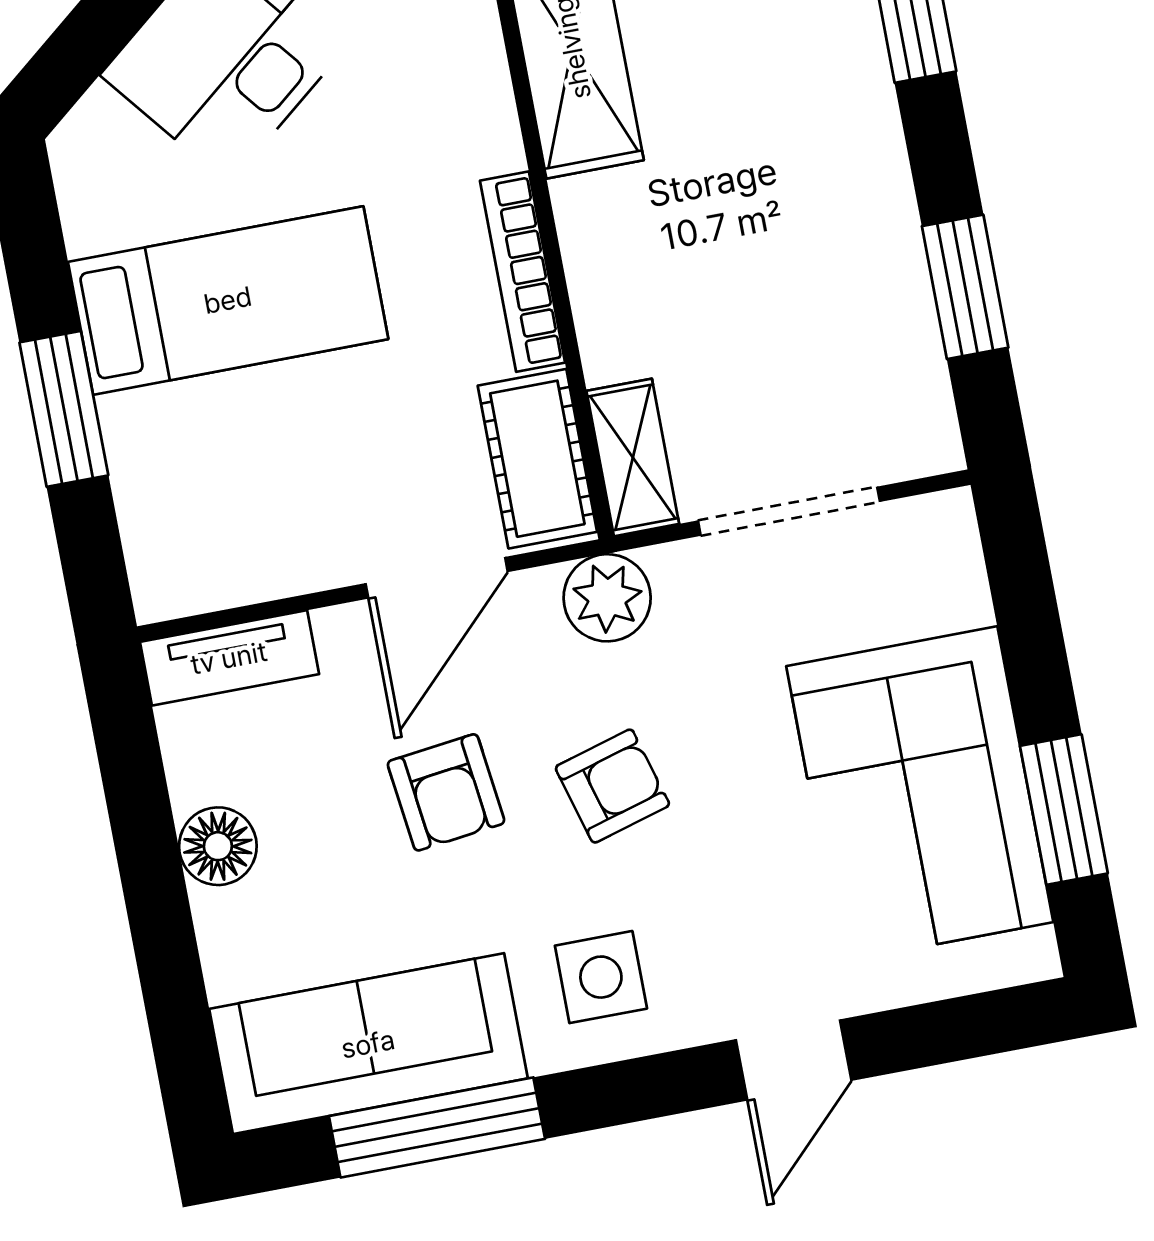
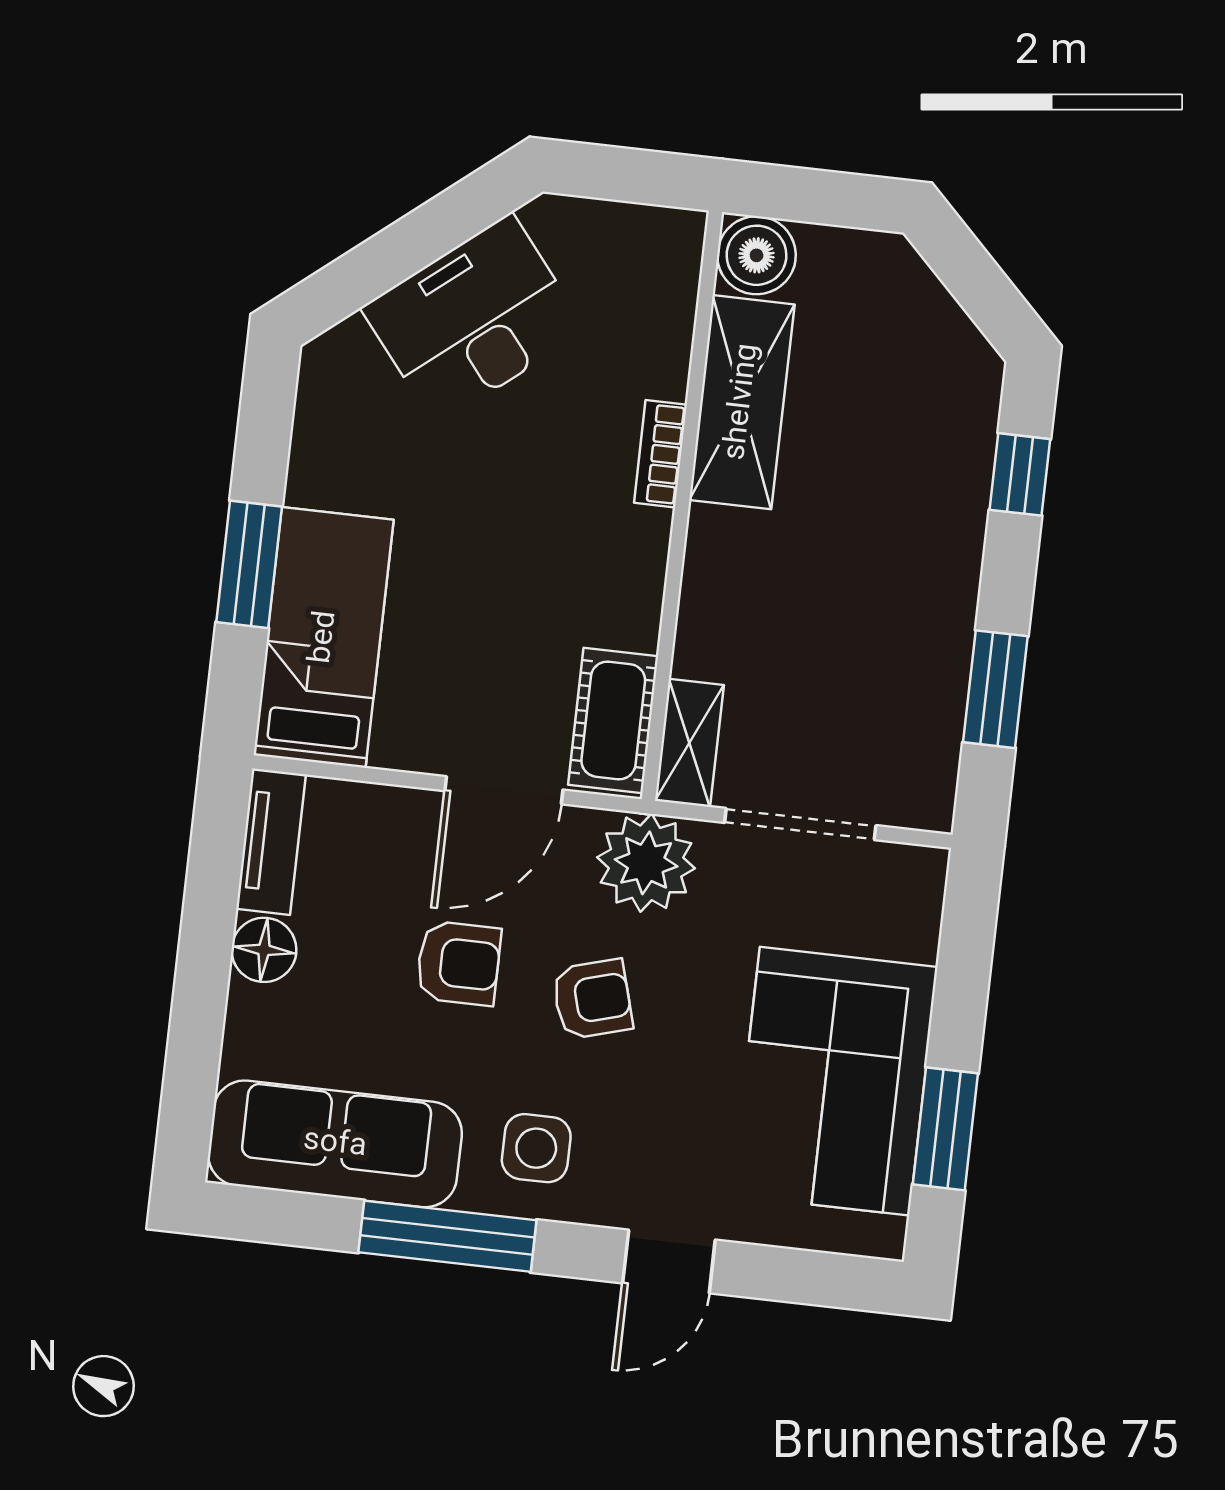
bookcase: (523, 272) -> (660, 454), moved, width x0.64
bed: (228, 300) -> (324, 637), moved, turned -90
plant: (607, 598) -> (646, 863), width x1.36, depth x1.36
tv unit: (229, 658) -> (271, 842), moved, turned -90
armchair: (446, 792) -> (459, 963), turned -83
window: (437, 1127) -> (447, 1236), moved

